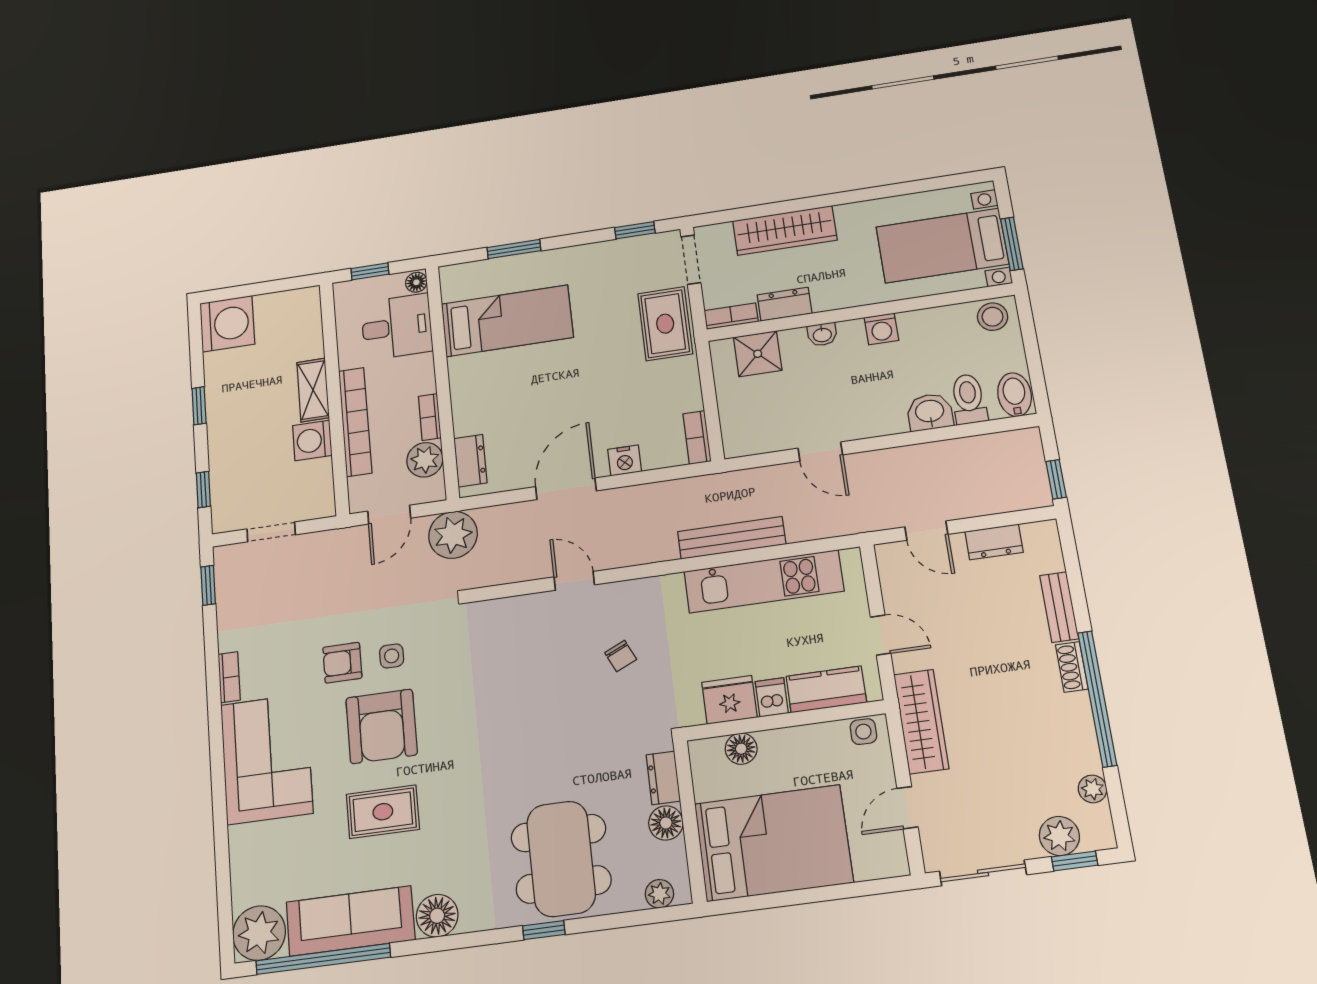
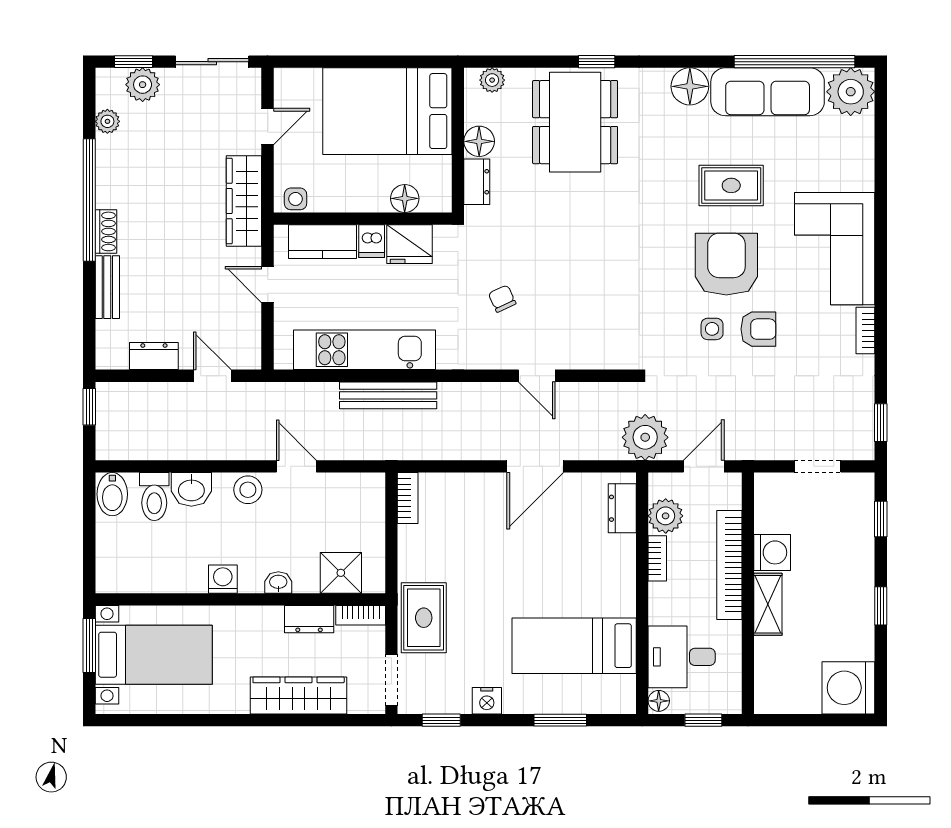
stool: (993, 317) -> (248, 490), moved
nightstand: (625, 460) -> (487, 701), moved, turned 180

